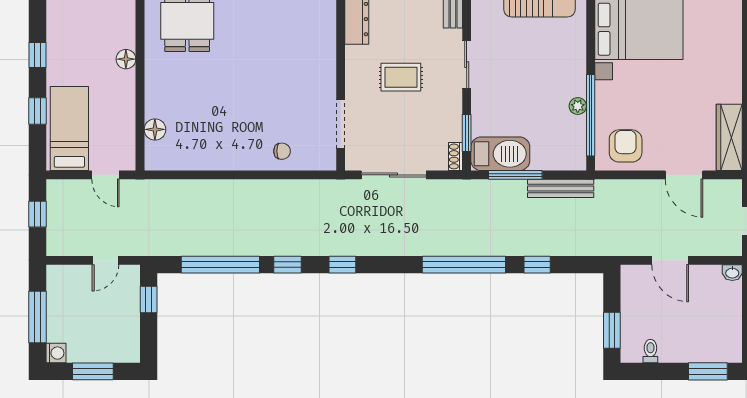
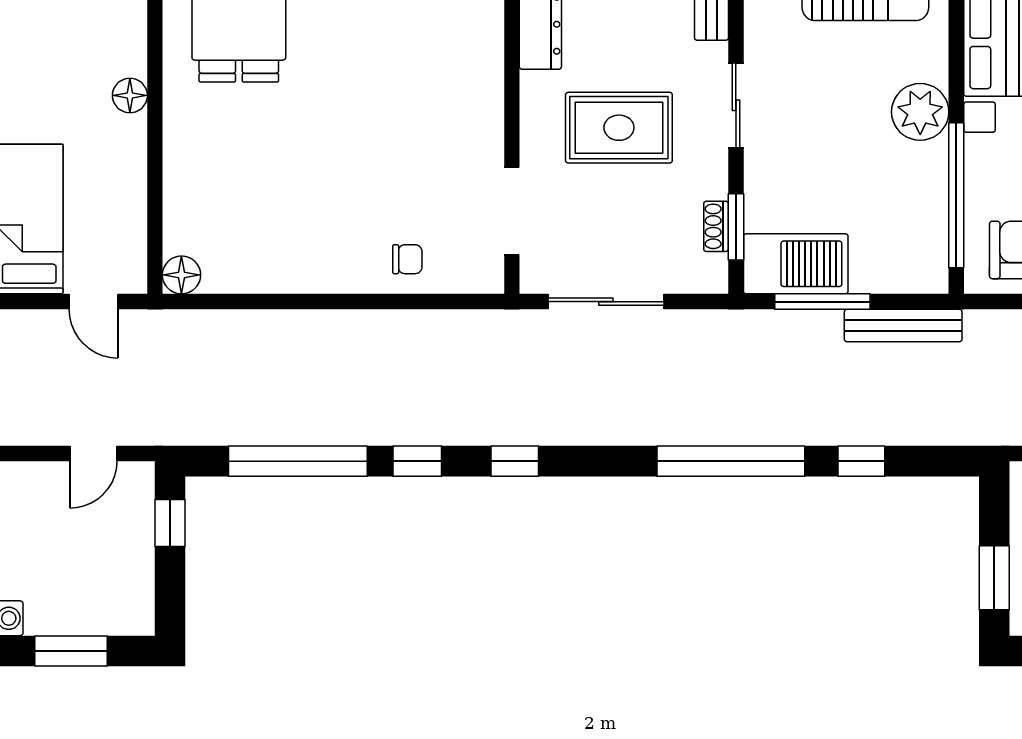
rug: (401, 77) -> (619, 128), width x1.36, depth x1.43
plant: (578, 106) -> (920, 112), moved, width x1.88, depth x1.88
floor lamp: (155, 129) -> (181, 275), moved
shoe rack: (456, 156) -> (716, 226), moved

